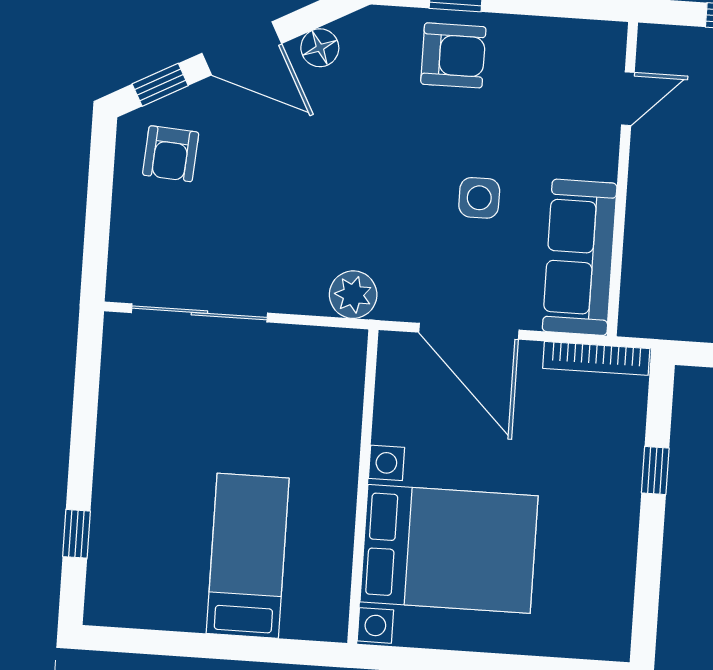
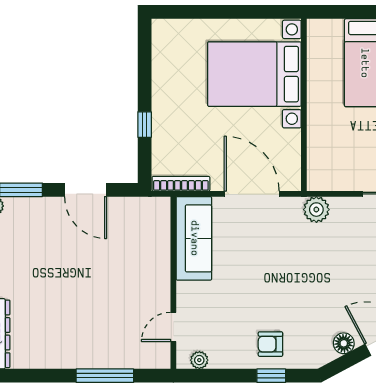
plant: (585, 35) -> (199, 360), added
armchair: (453, 55) -> (270, 344), width x0.72, depth x0.72
side table: (479, 198) -> (251, 267), removed

